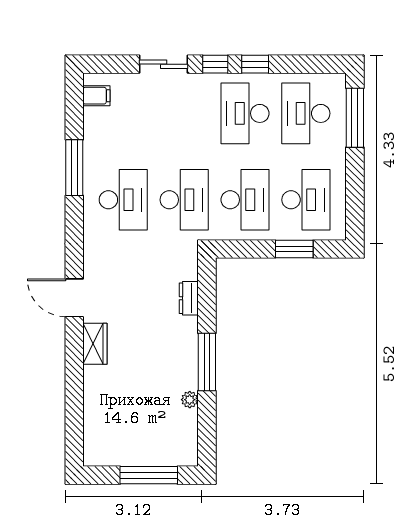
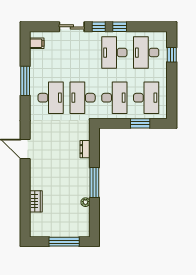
window: (355, 118) -> (172, 55), width x0.46
desk: (184, 200) -> (83, 98), turned 180
wardrobe: (95, 344) -> (36, 201), moved

